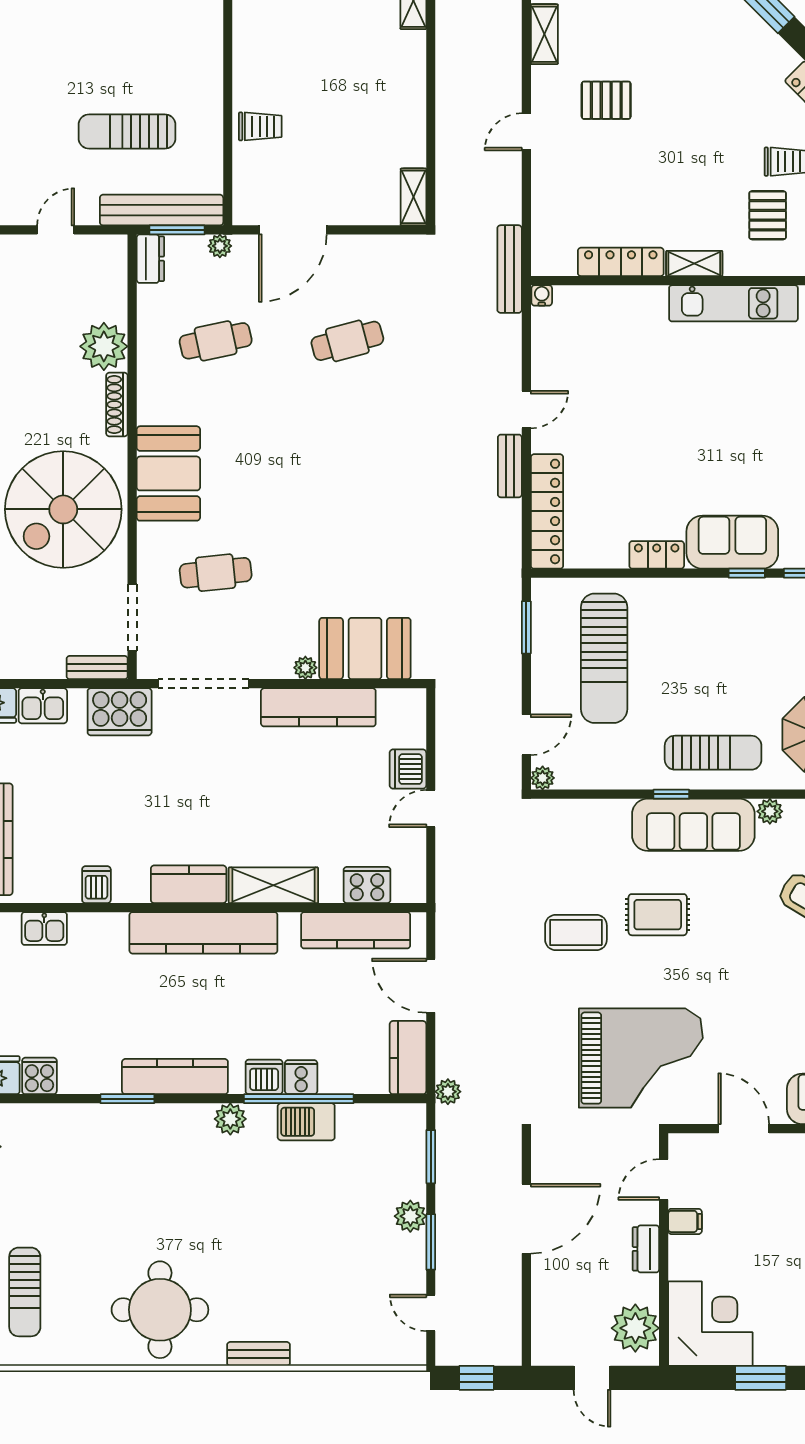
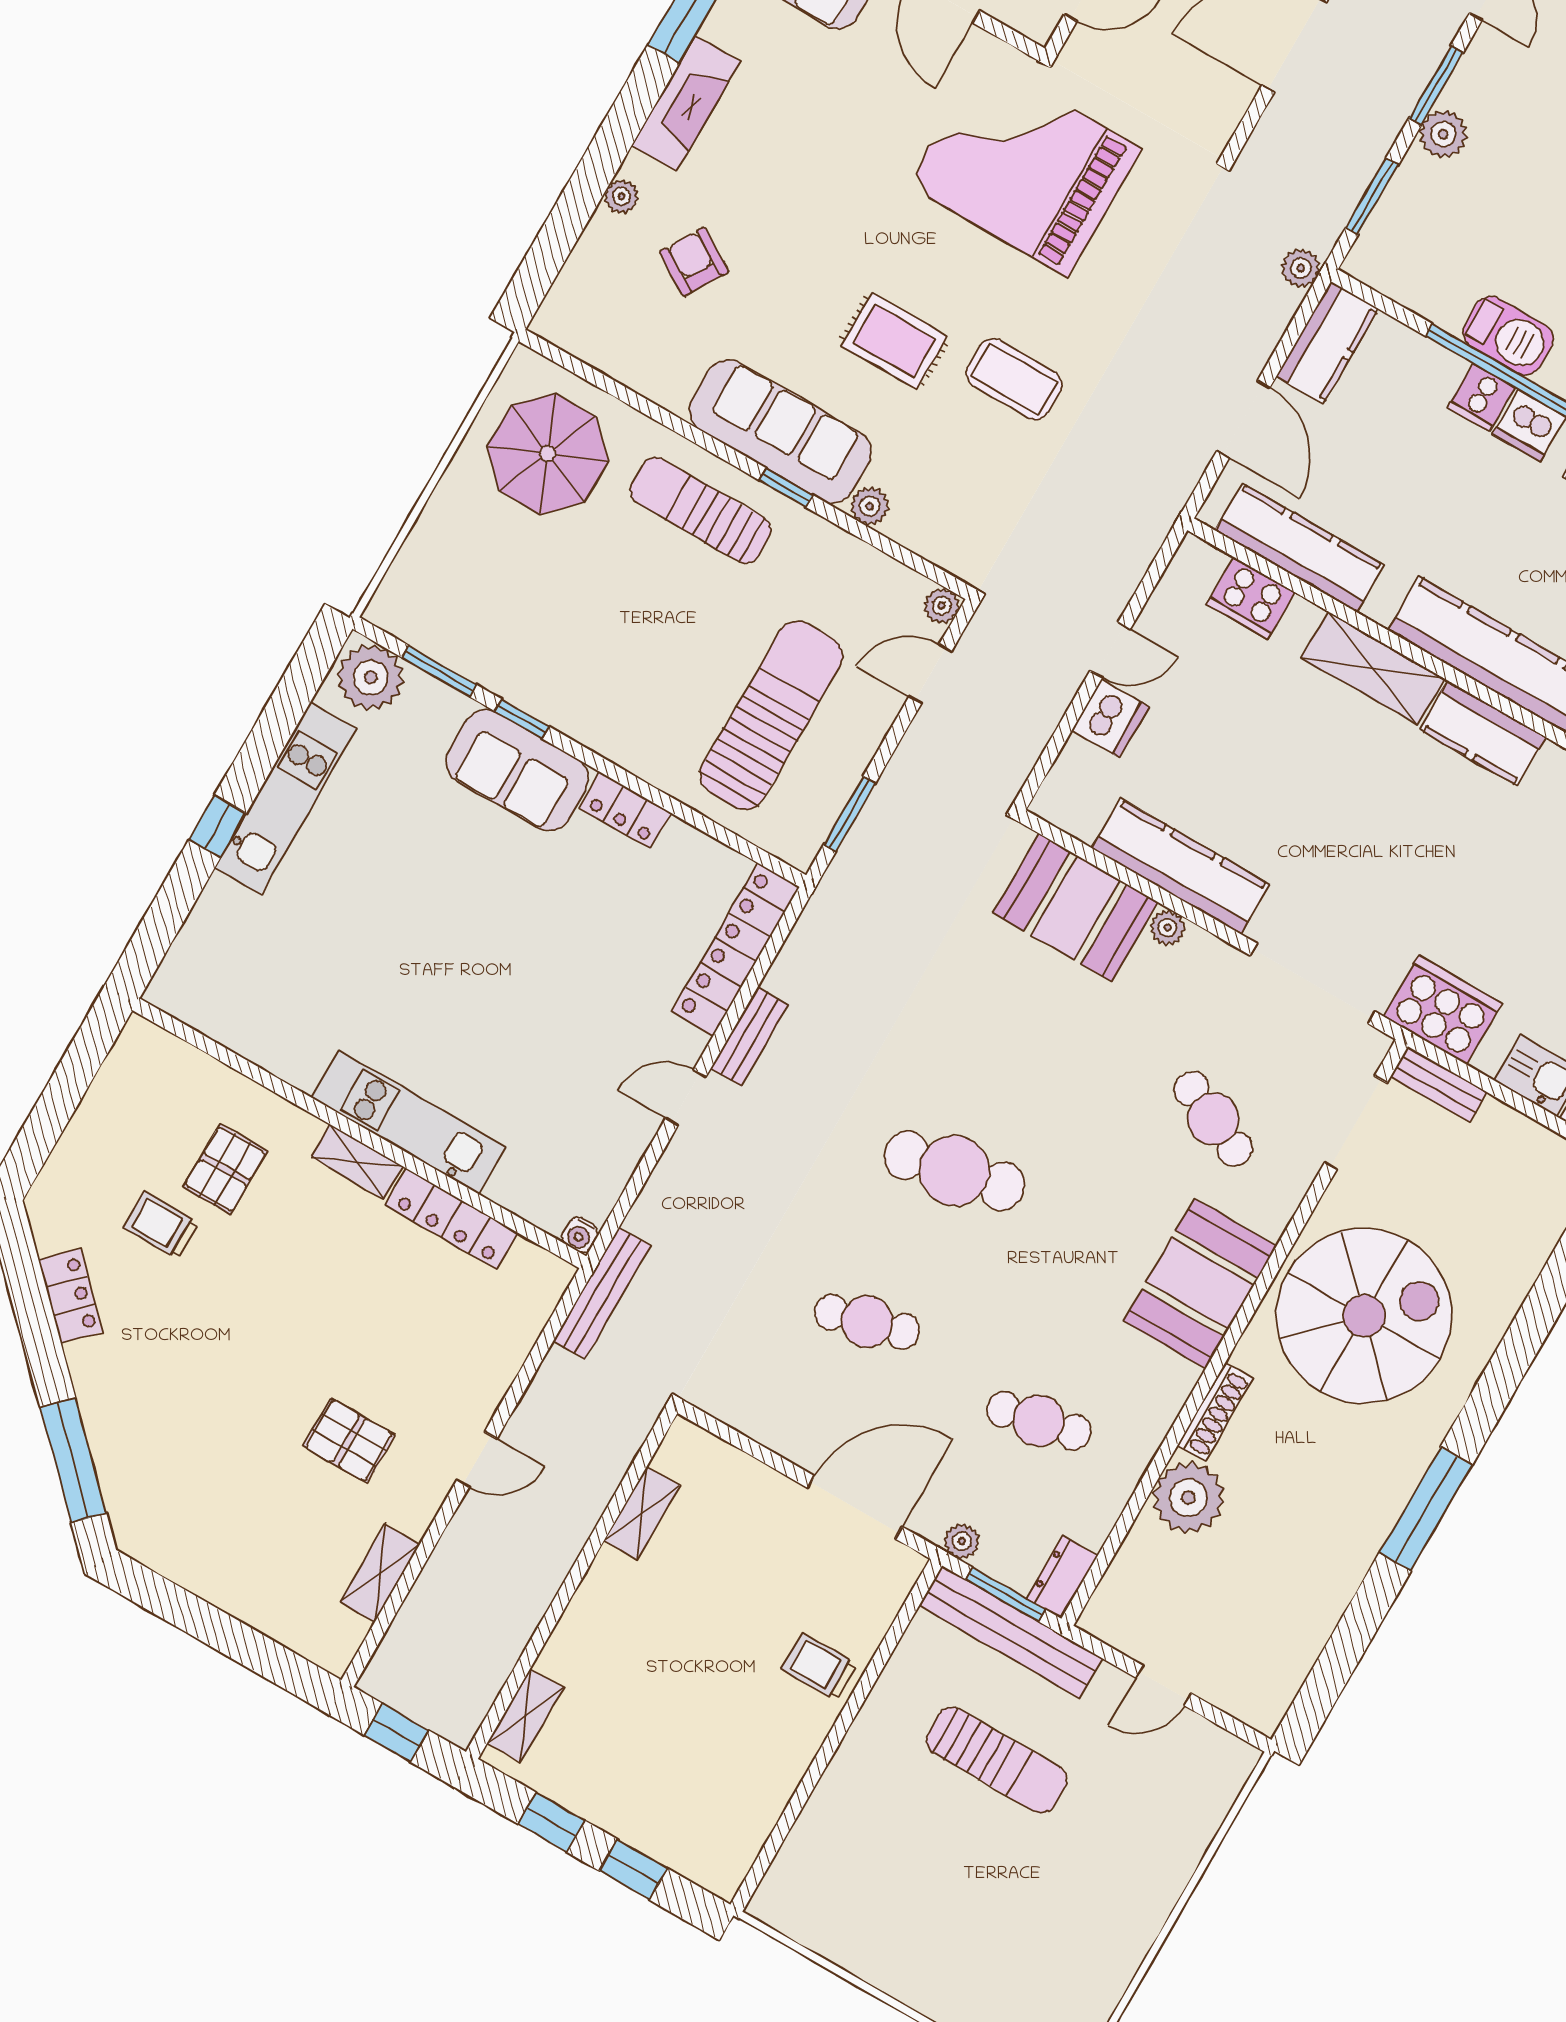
shelving: (413, 197) -> (642, 1513), moved
kitchen unit: (733, 303) -> (409, 1122), moved
cafe table: (347, 457) -> (954, 1171), added
cafe table: (216, 573) -> (1213, 1119), turned 30
plant: (770, 811) -> (870, 506), moved

